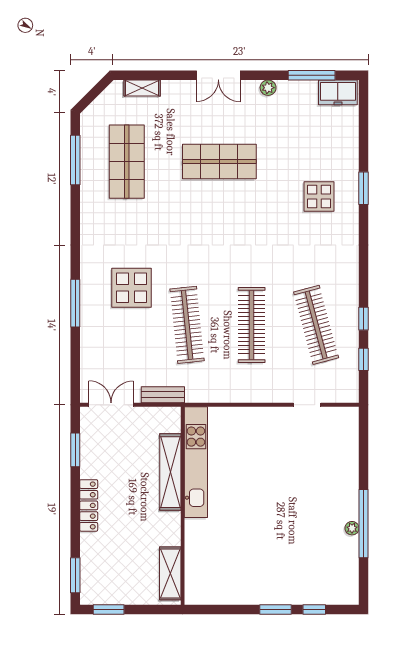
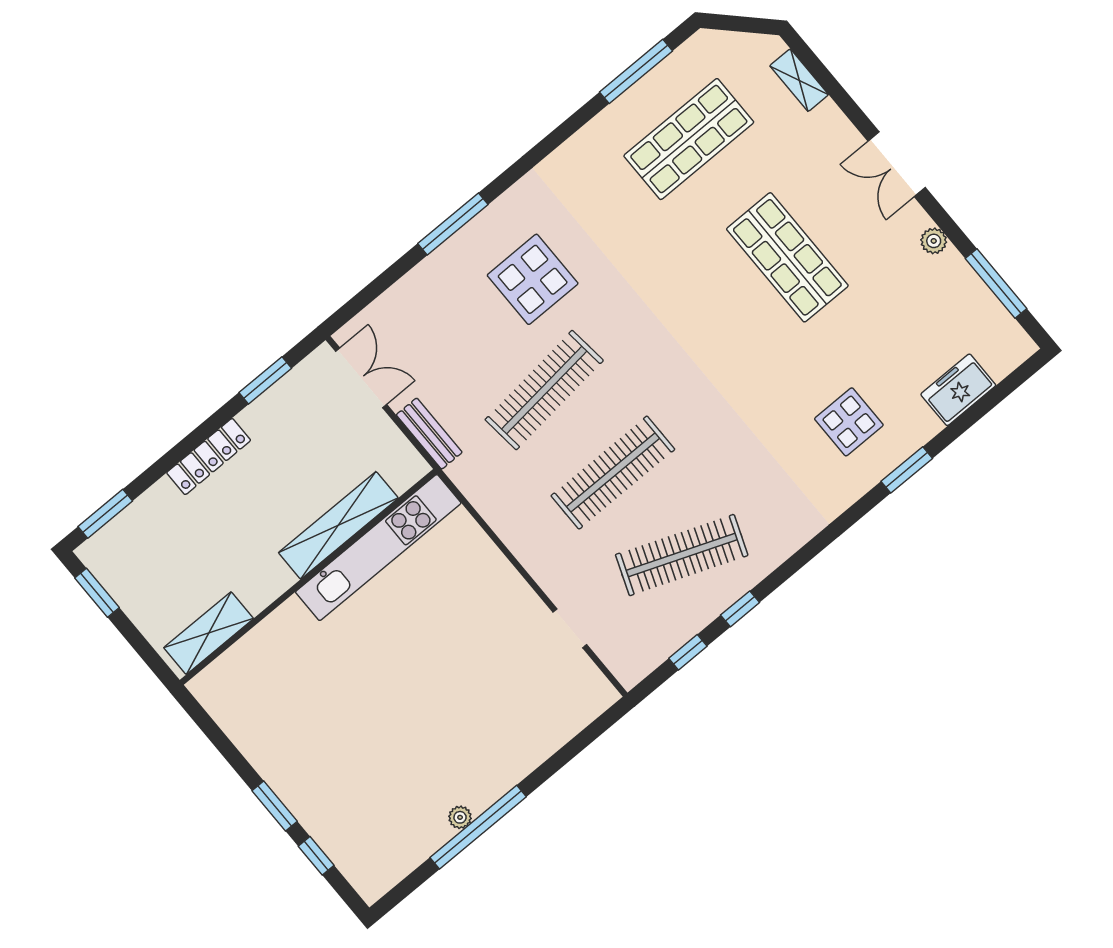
freezer: (338, 92) -> (958, 390), moved, turned 90
clothes rail: (316, 325) -> (682, 555), turned 36

